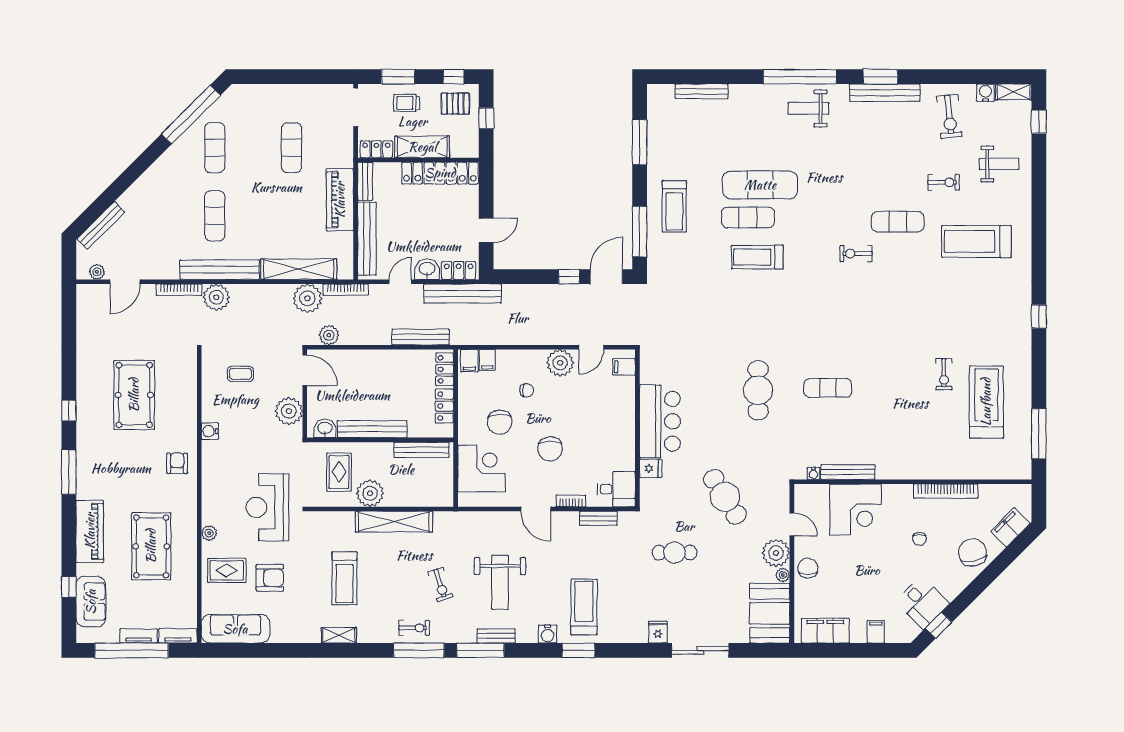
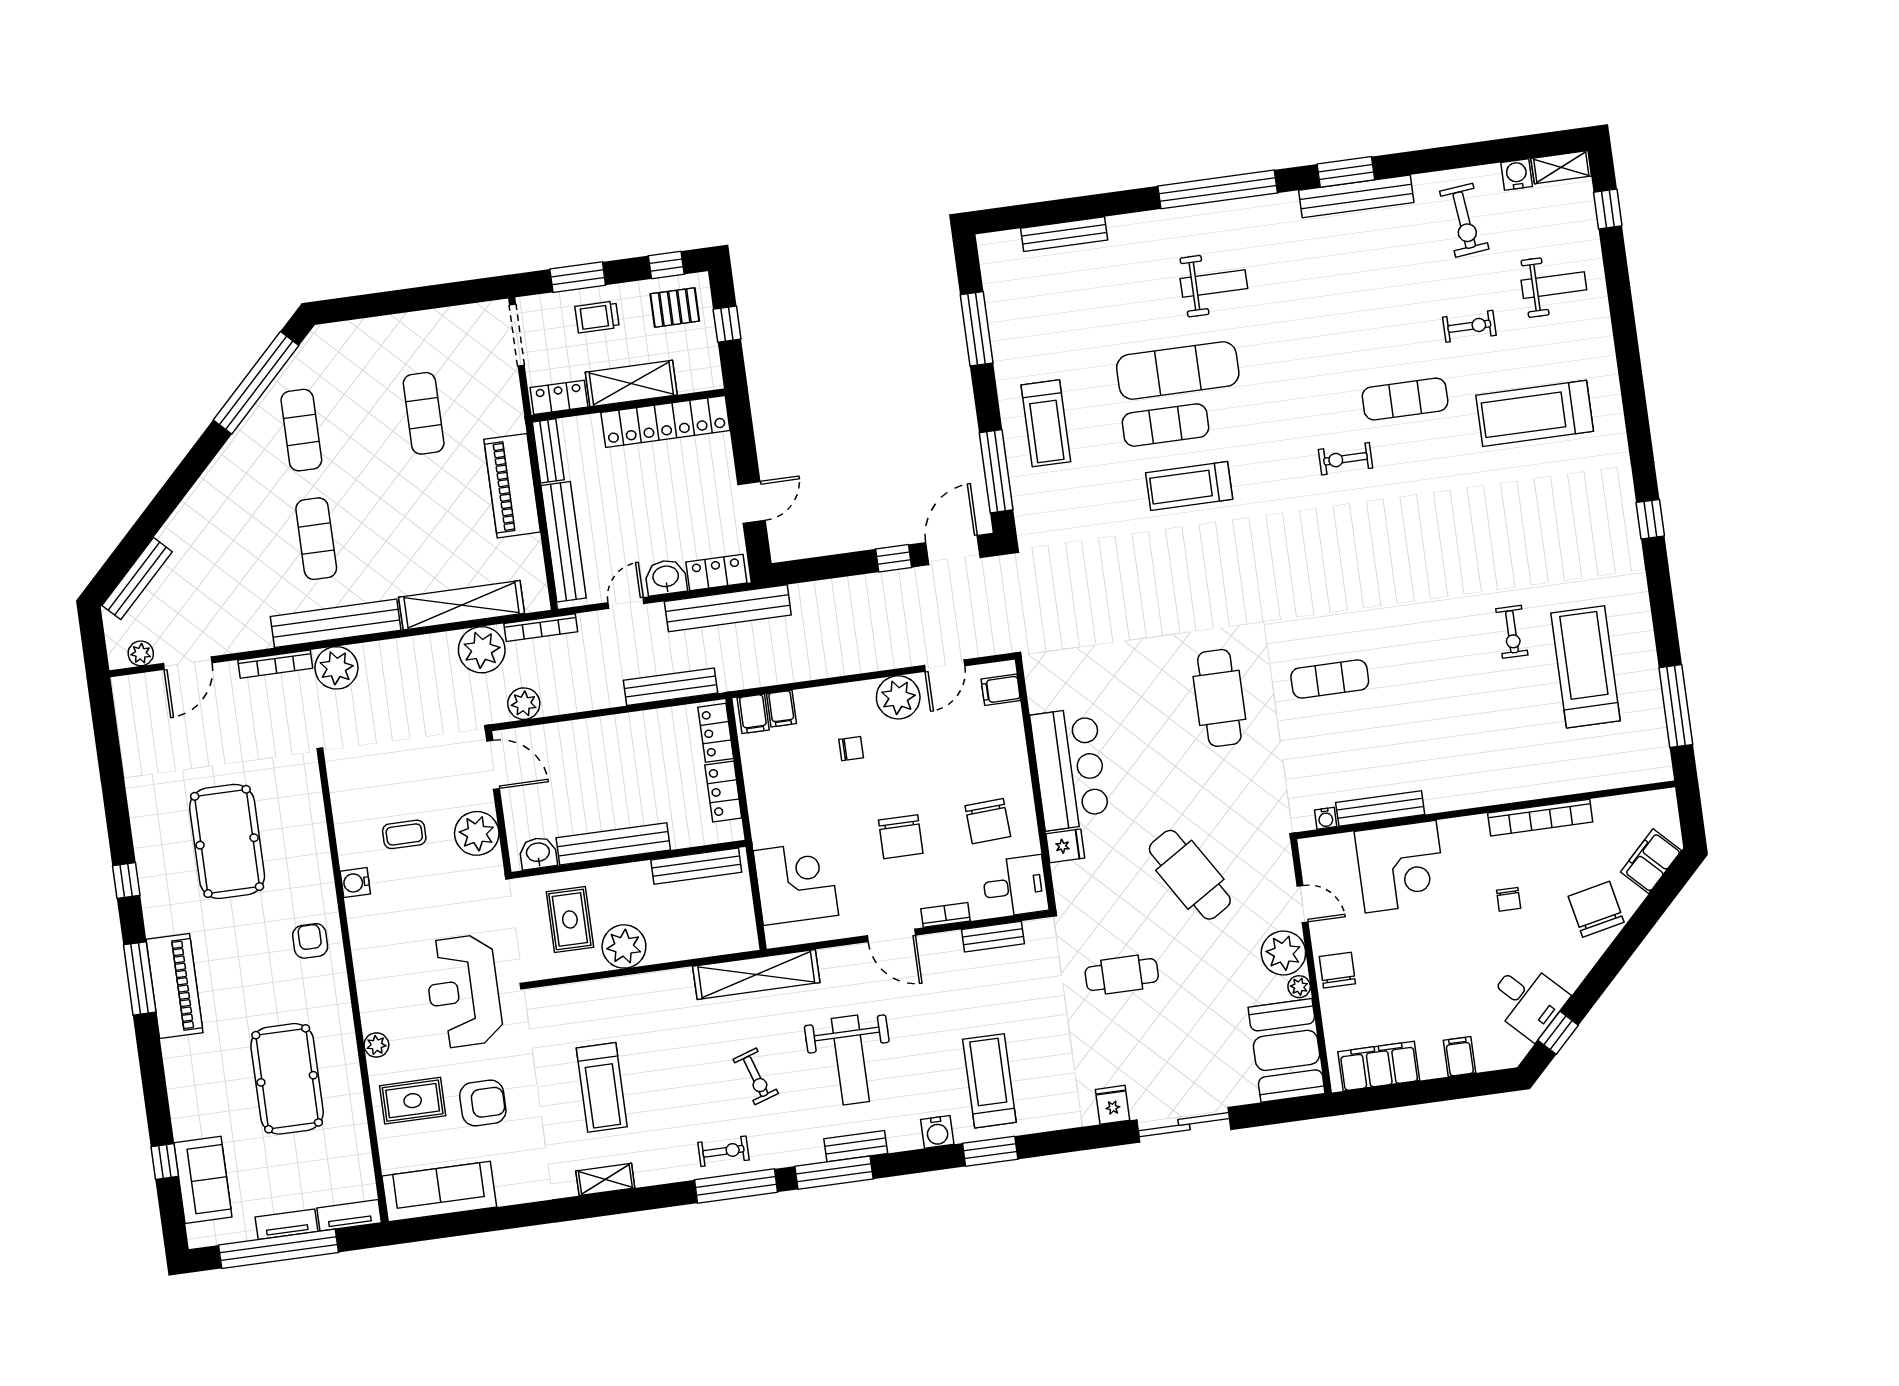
weight bench: (808, 108) -> (1214, 284), moved, turned 180
coffee table: (240, 374) -> (404, 834), moved
chair: (500, 422) -> (988, 821), moved
shelving: (394, 522) -> (756, 974), moved
piano: (90, 531) -> (175, 986), moved

